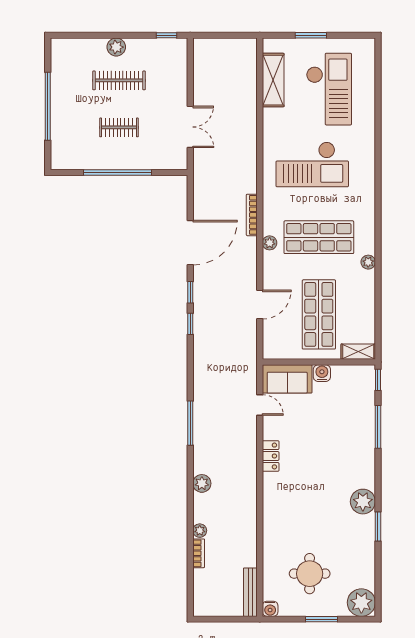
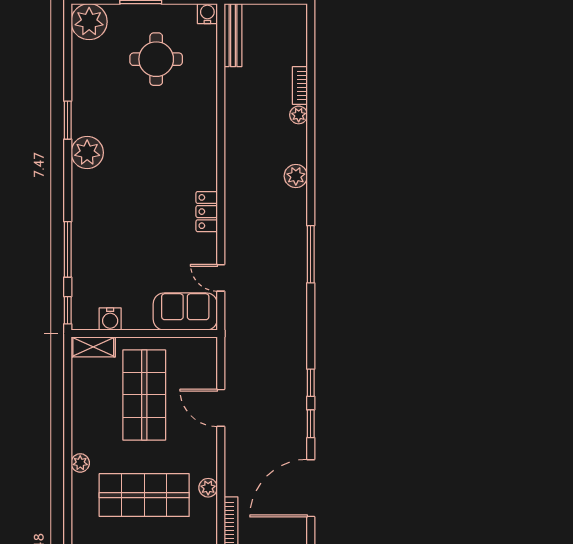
door: (260, 304) -> (221, 408), hinge flipped
water cooler: (322, 373) -> (110, 319), moved

